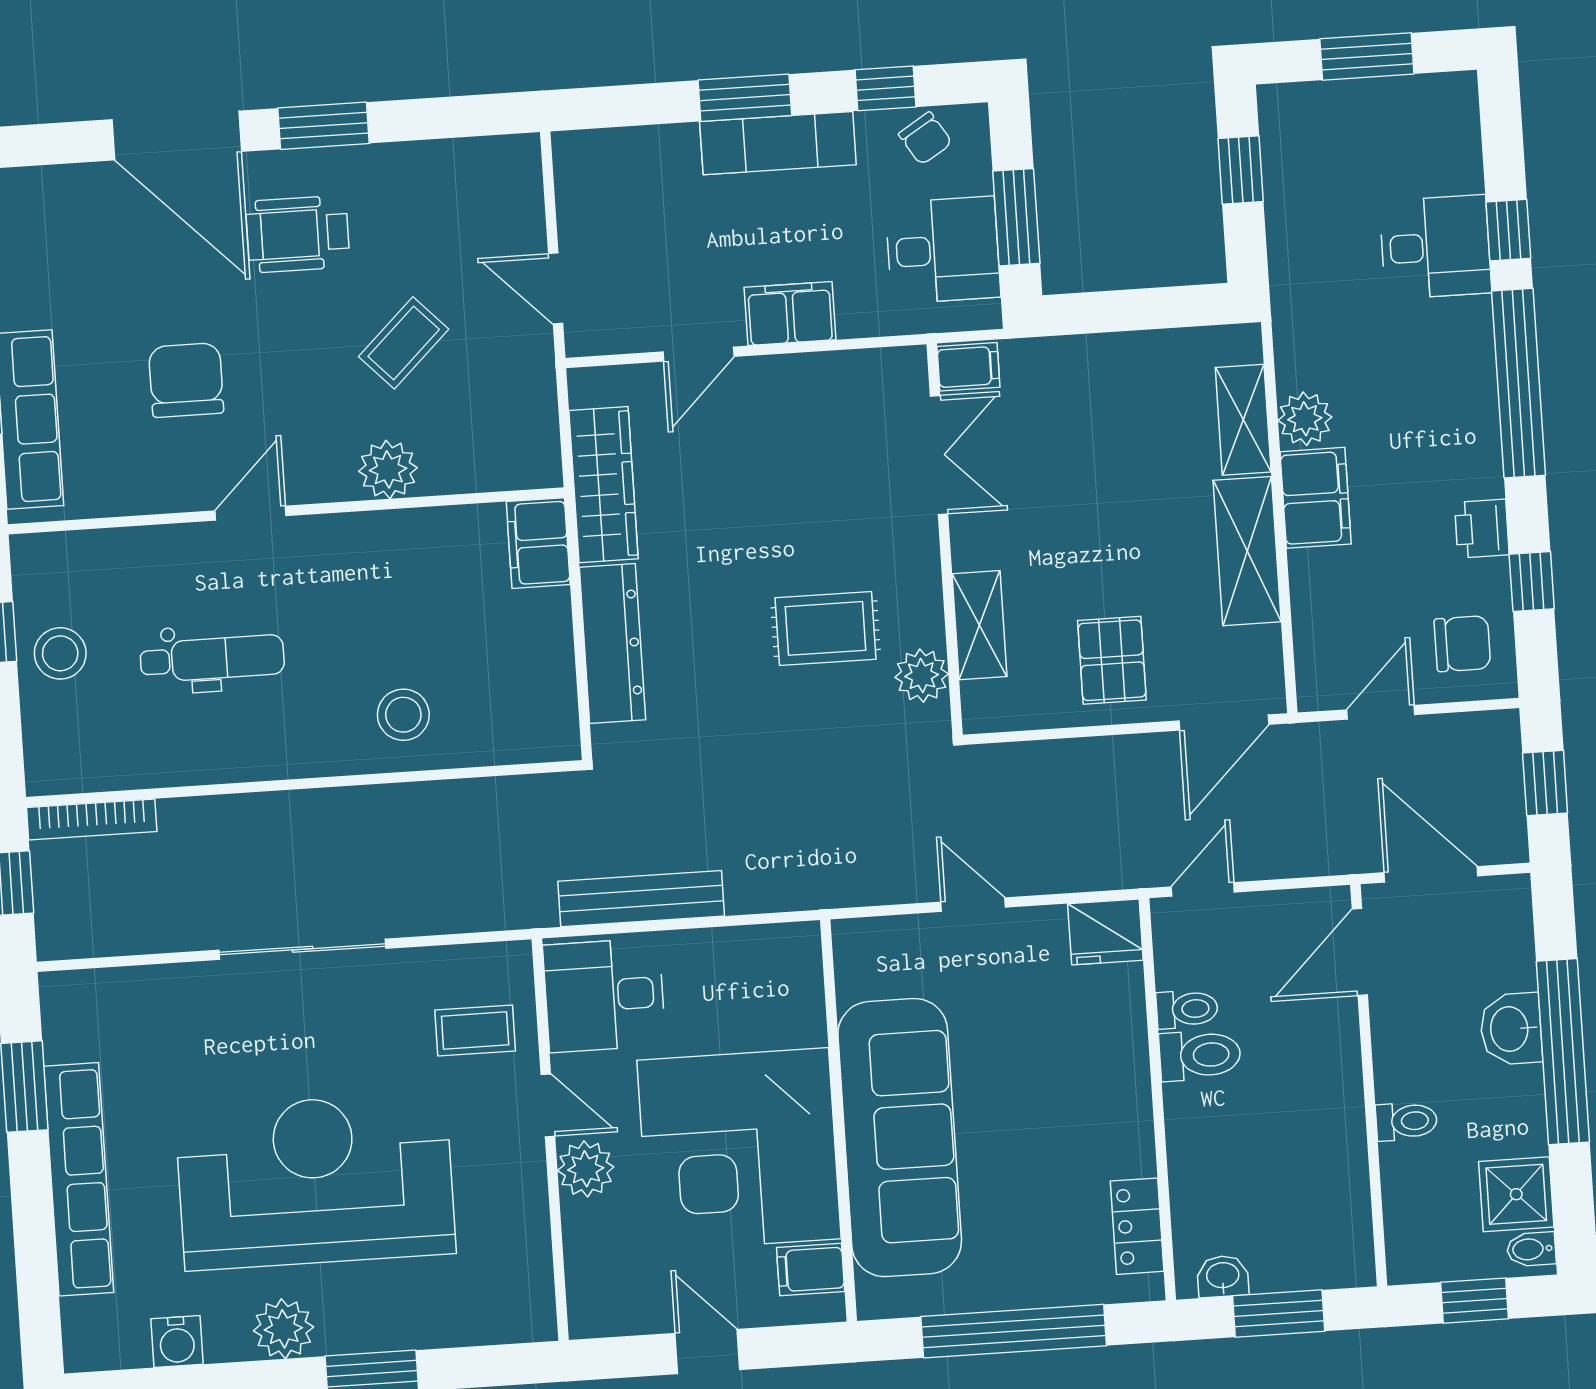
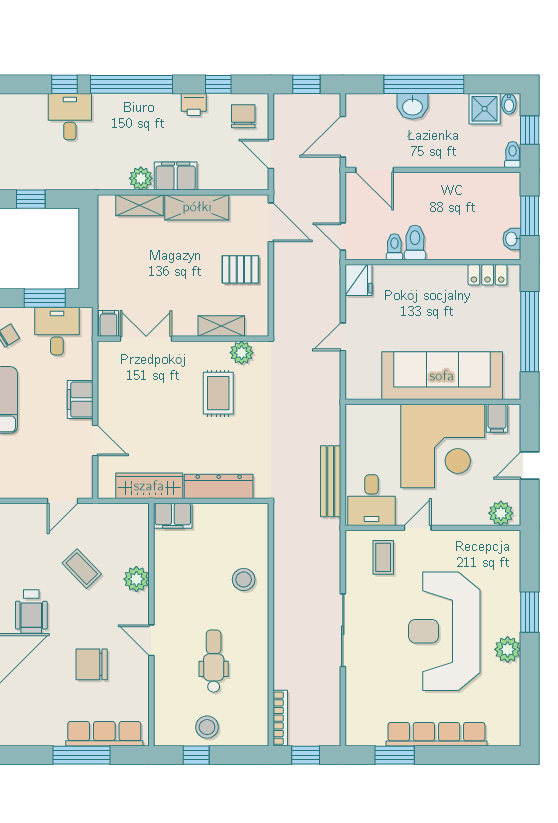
toilet: (1406, 1121) -> (513, 155), moved
plant: (586, 1169) -> (501, 513), moved
water cooler: (177, 1342) -> (510, 696), removed

